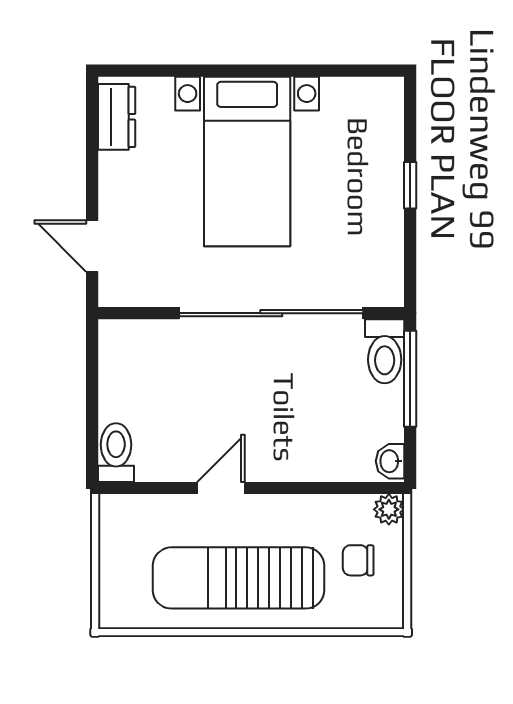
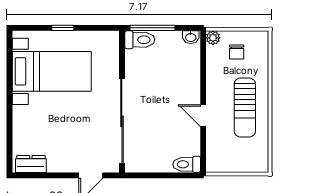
bed with nightstands: (247, 161) -> (52, 71), moved
sliding door: (271, 313) -> (122, 121), moved
sun lounger: (239, 578) -> (245, 108), width x0.73, depth x0.75

